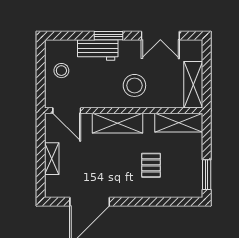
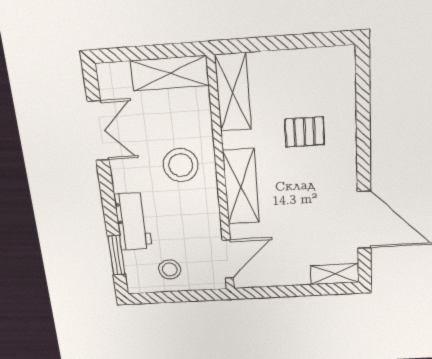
window: (108, 36) -> (116, 255), moved
shelving: (52, 159) -> (335, 274), moved
window: (207, 175) -> (317, 40), removed

